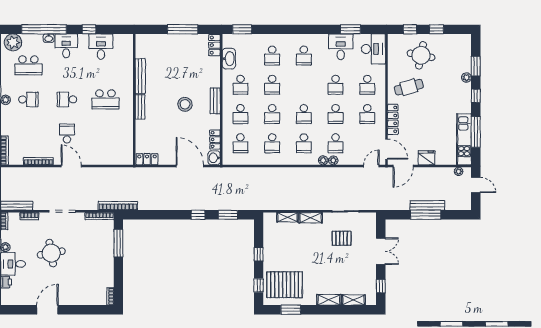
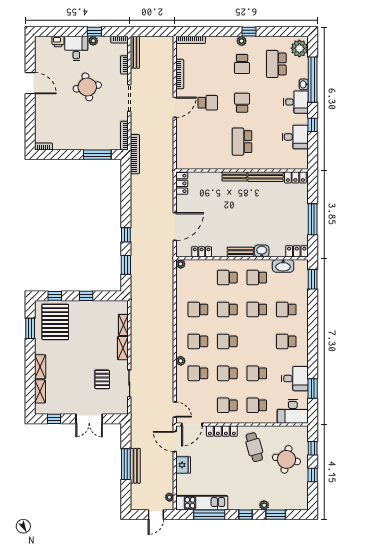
locker: (141, 46) -> (295, 177), added
stool: (185, 104) -> (237, 222), removed
school desk: (240, 143) -> (198, 278), removed
washbasin: (214, 158) -> (262, 251), moved
plant: (333, 160) -> (181, 264), moved

